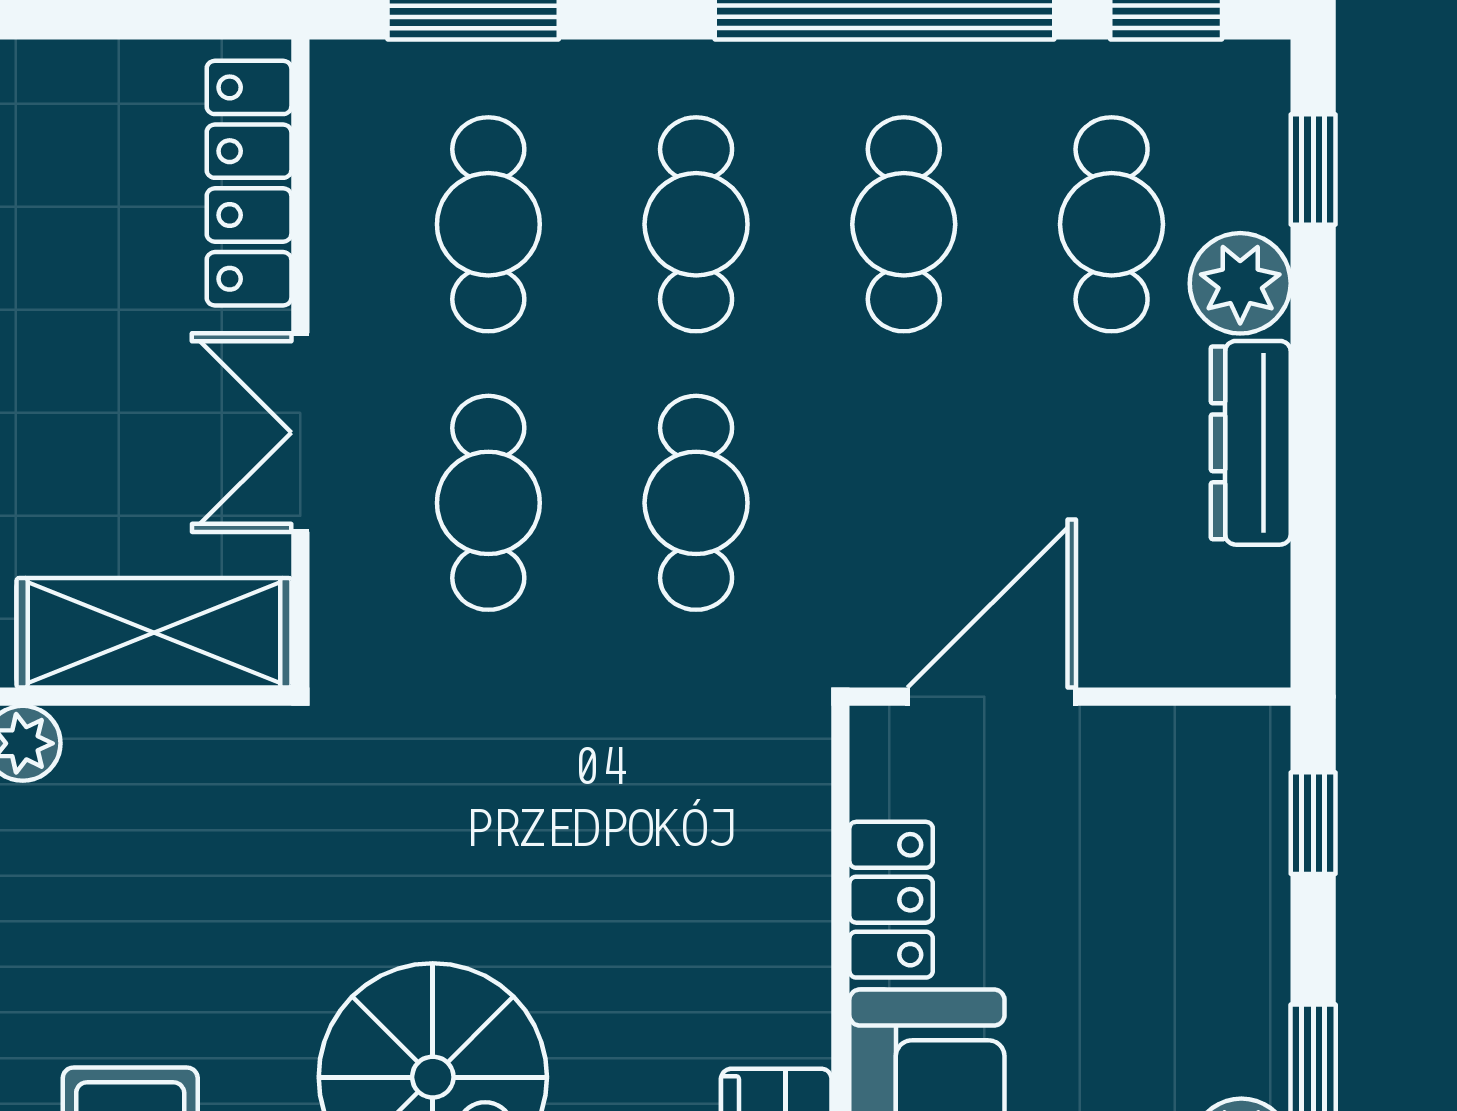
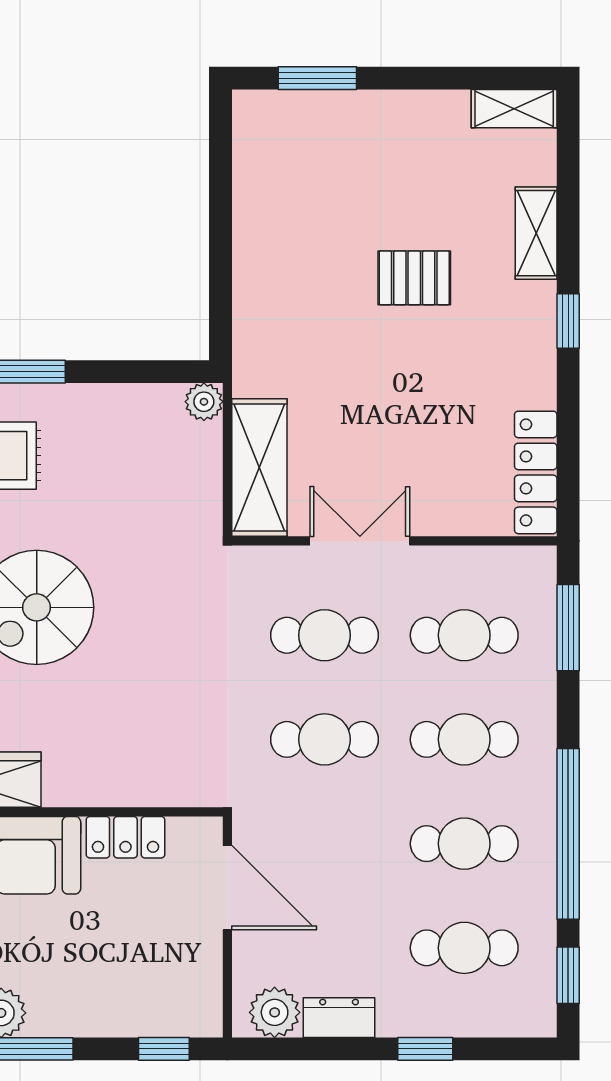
window: (1313, 169) -> (425, 1049), moved
locker: (249, 183) -> (536, 472), moved, turned -90
plant: (1240, 283) -> (275, 1012), moved
dresser: (1251, 443) -> (339, 1018), width x0.70

